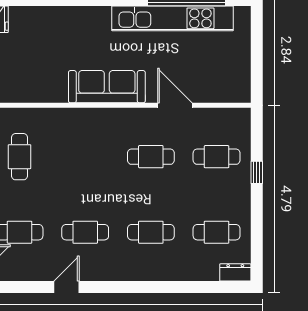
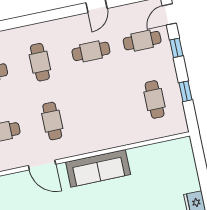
cafe table: (151, 157) -> (52, 121), turned 90
cafe table: (151, 232) -> (40, 62), turned 90

